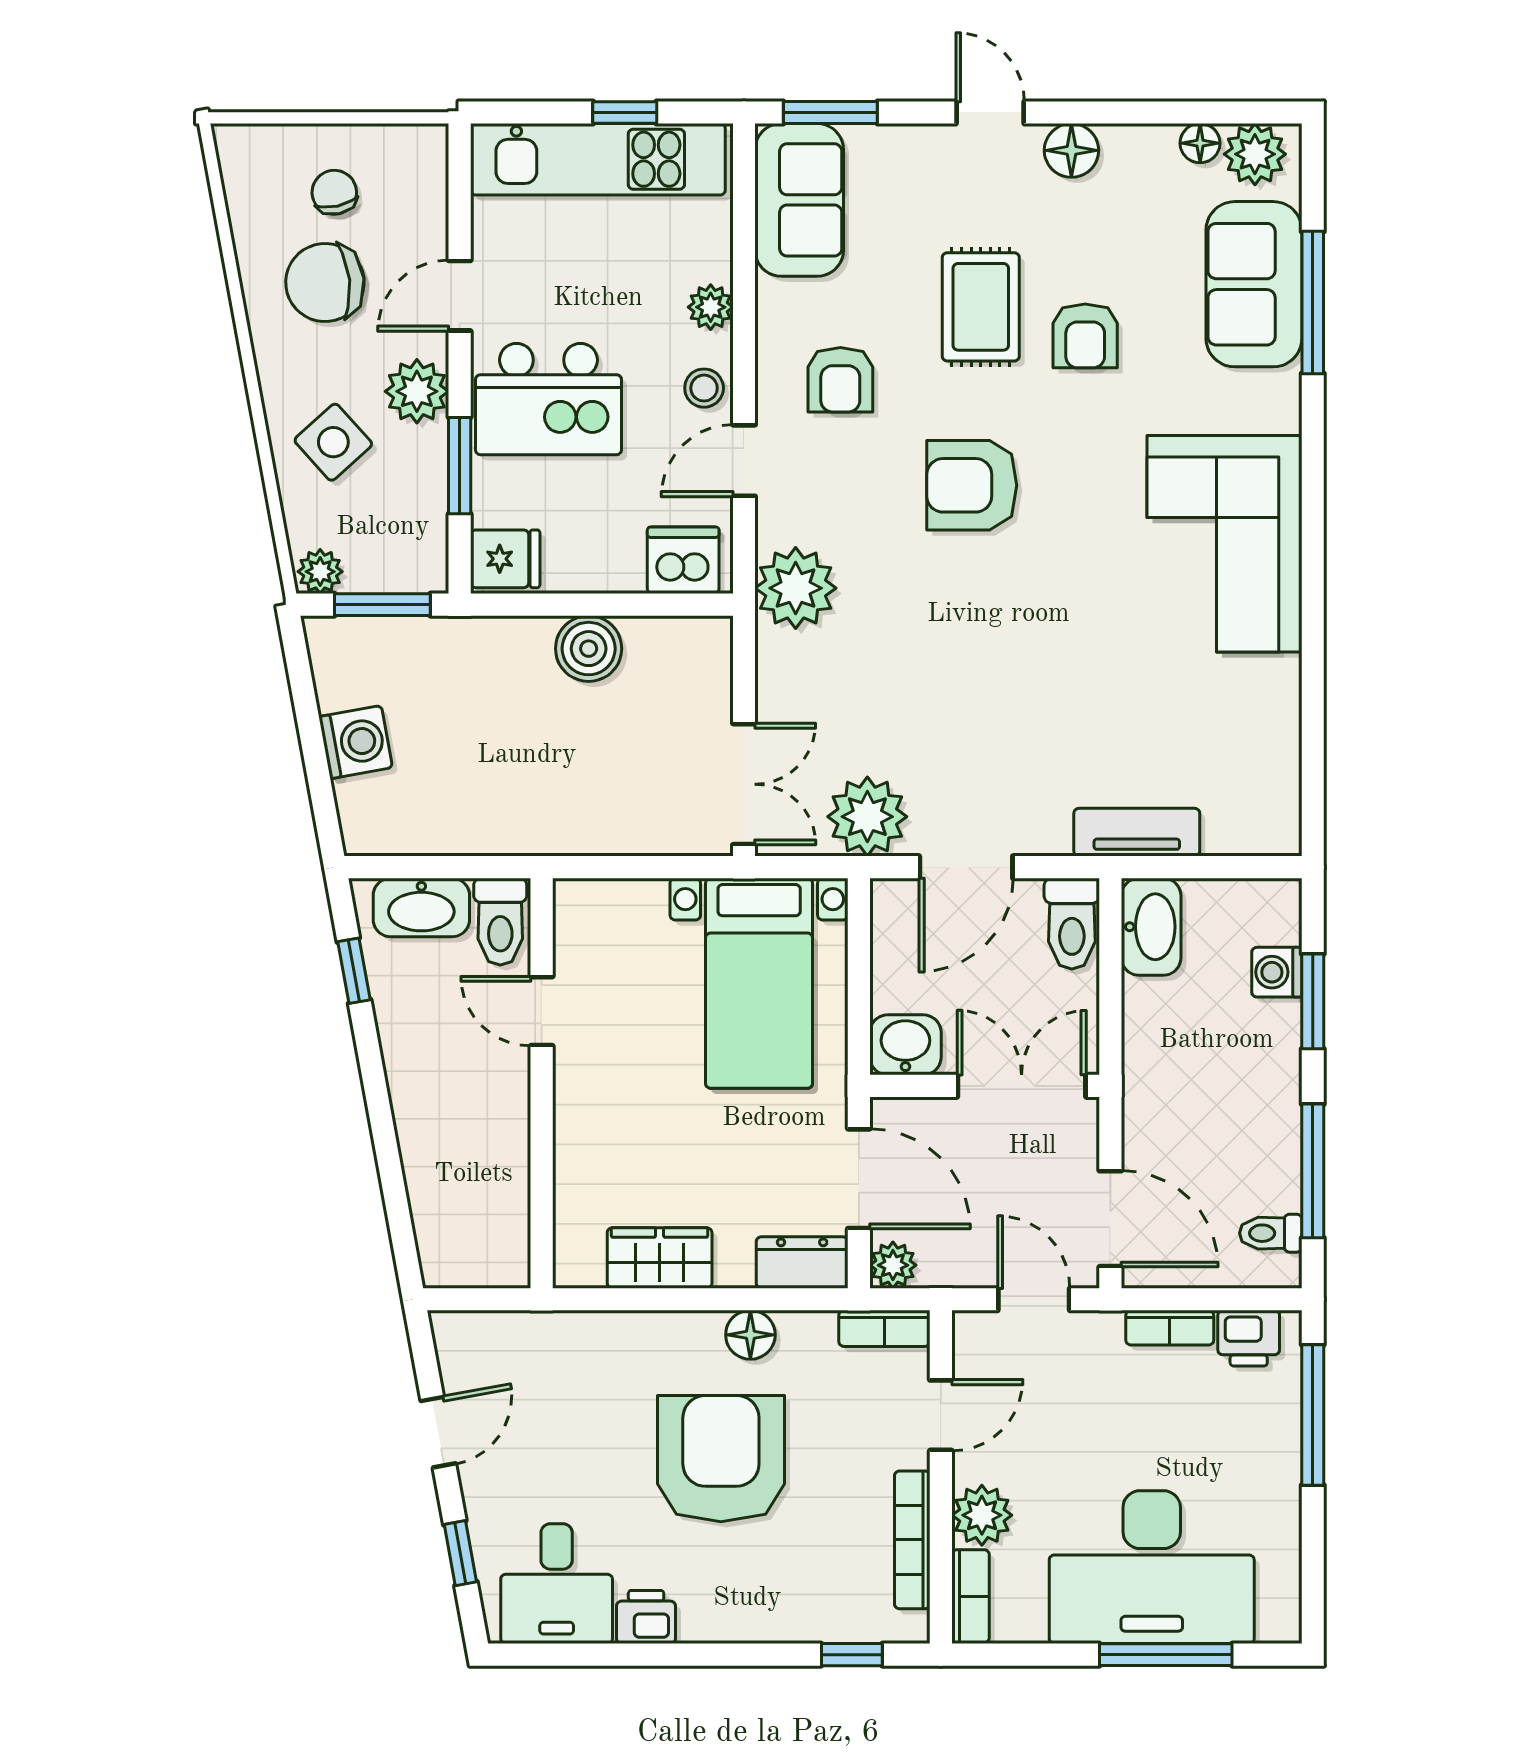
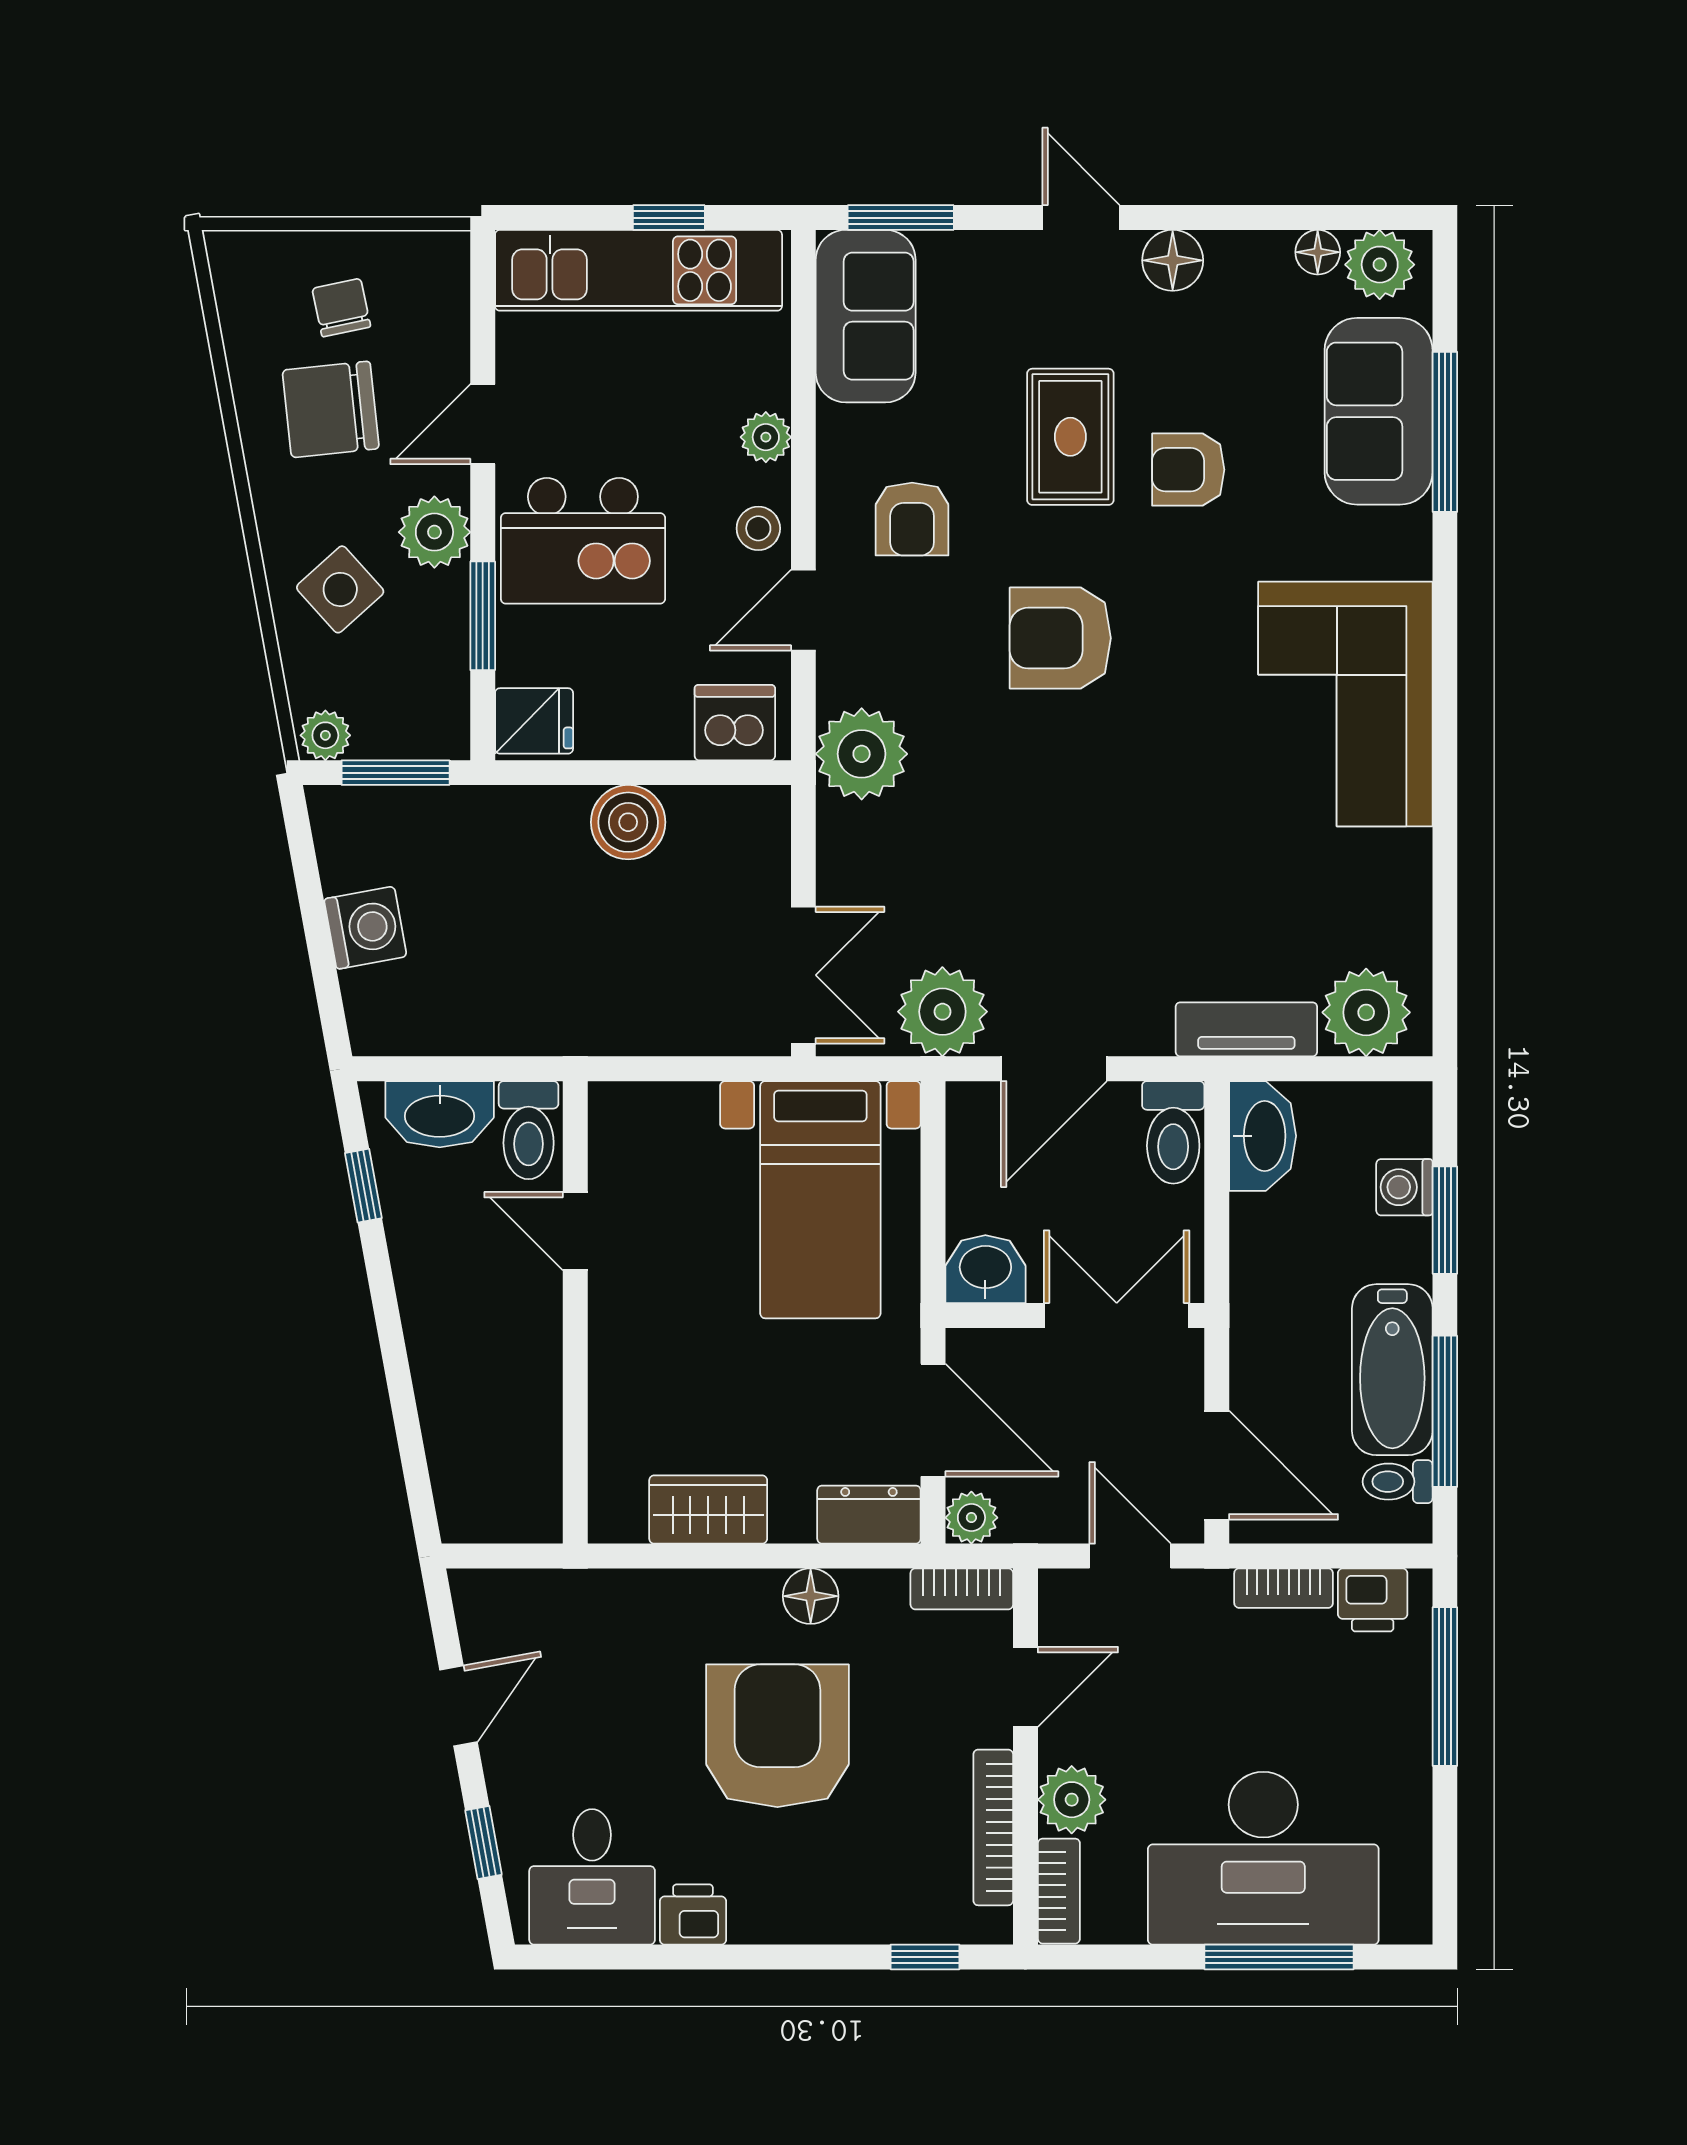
armchair: (1085, 336) -> (1188, 470), turned 90
plant: (1243, 817) -> (1366, 1012), added
bathtub: (1266, 1134) -> (1392, 1370), added

